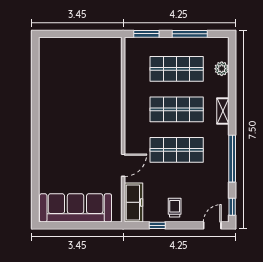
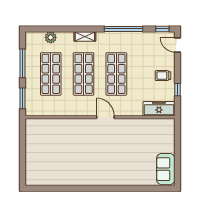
door: (123, 165) -> (105, 117), moved
sofa: (76, 208) -> (166, 169), width x0.54, depth x0.79

